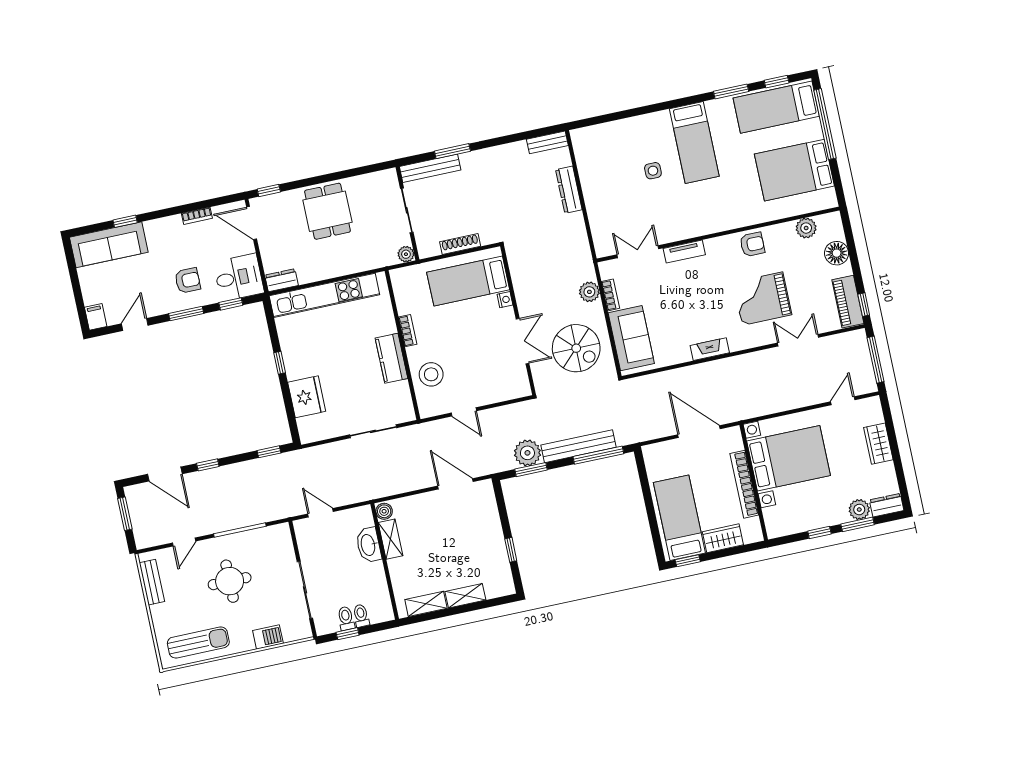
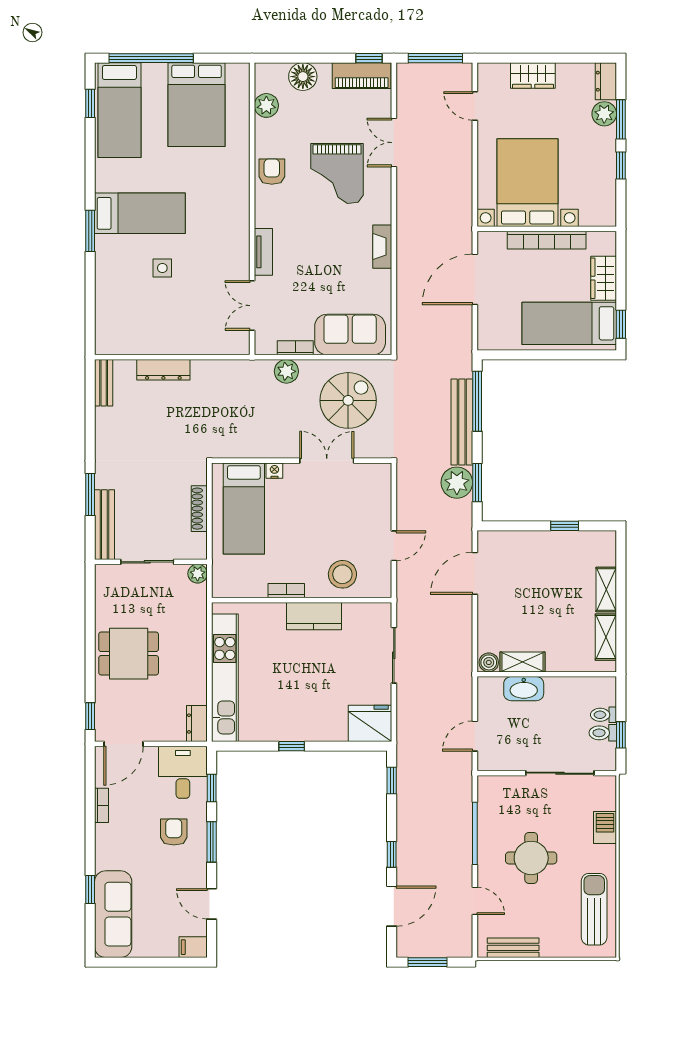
window: (731, 91) -> (90, 231), moved
fridge: (307, 397) -> (370, 723), moved

